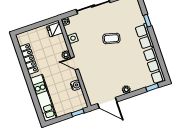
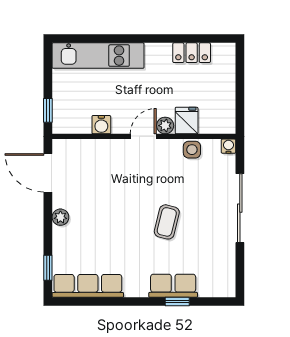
fridge: (55, 30) -> (187, 121), moved
row of seats: (144, 36) -> (173, 286), moved
locker: (29, 59) -> (192, 53), width x0.66
door: (107, 103) -> (48, 173), hinge flipped

